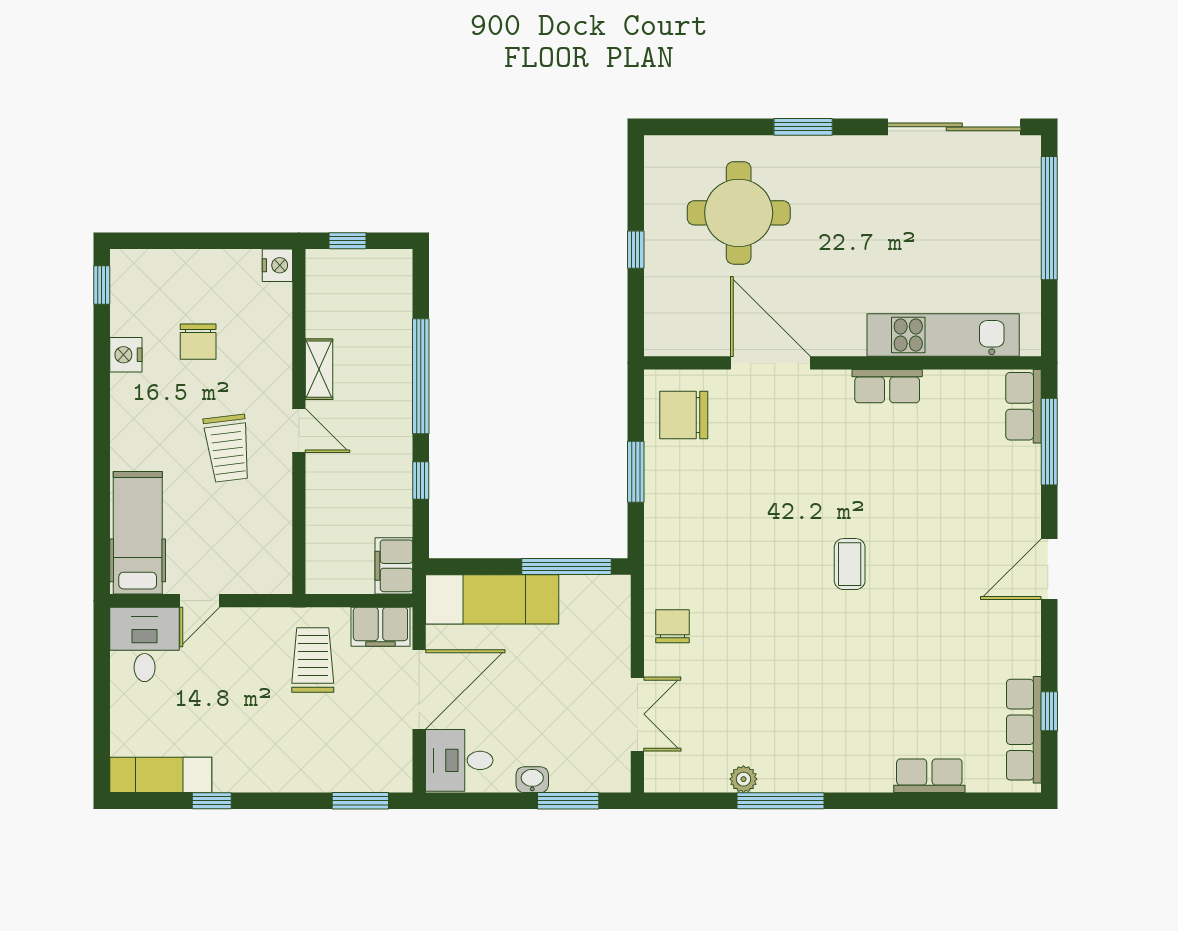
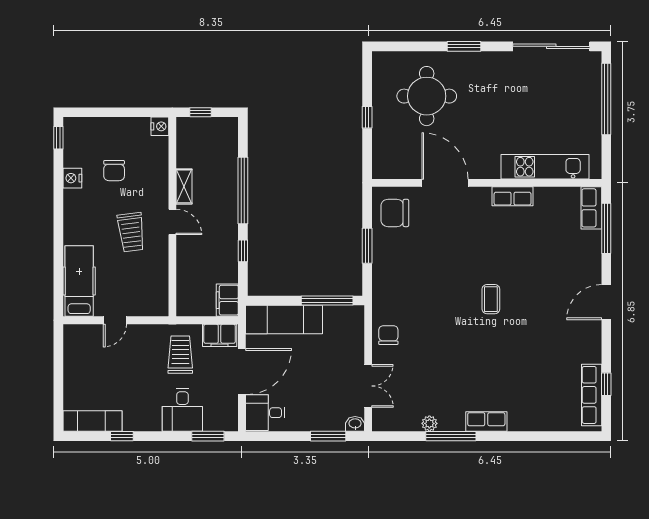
desk: (145, 644) -> (182, 410), moved, turned 180
row of seats: (929, 776) -> (486, 422), moved
washbasin: (532, 780) -> (355, 424), moved

